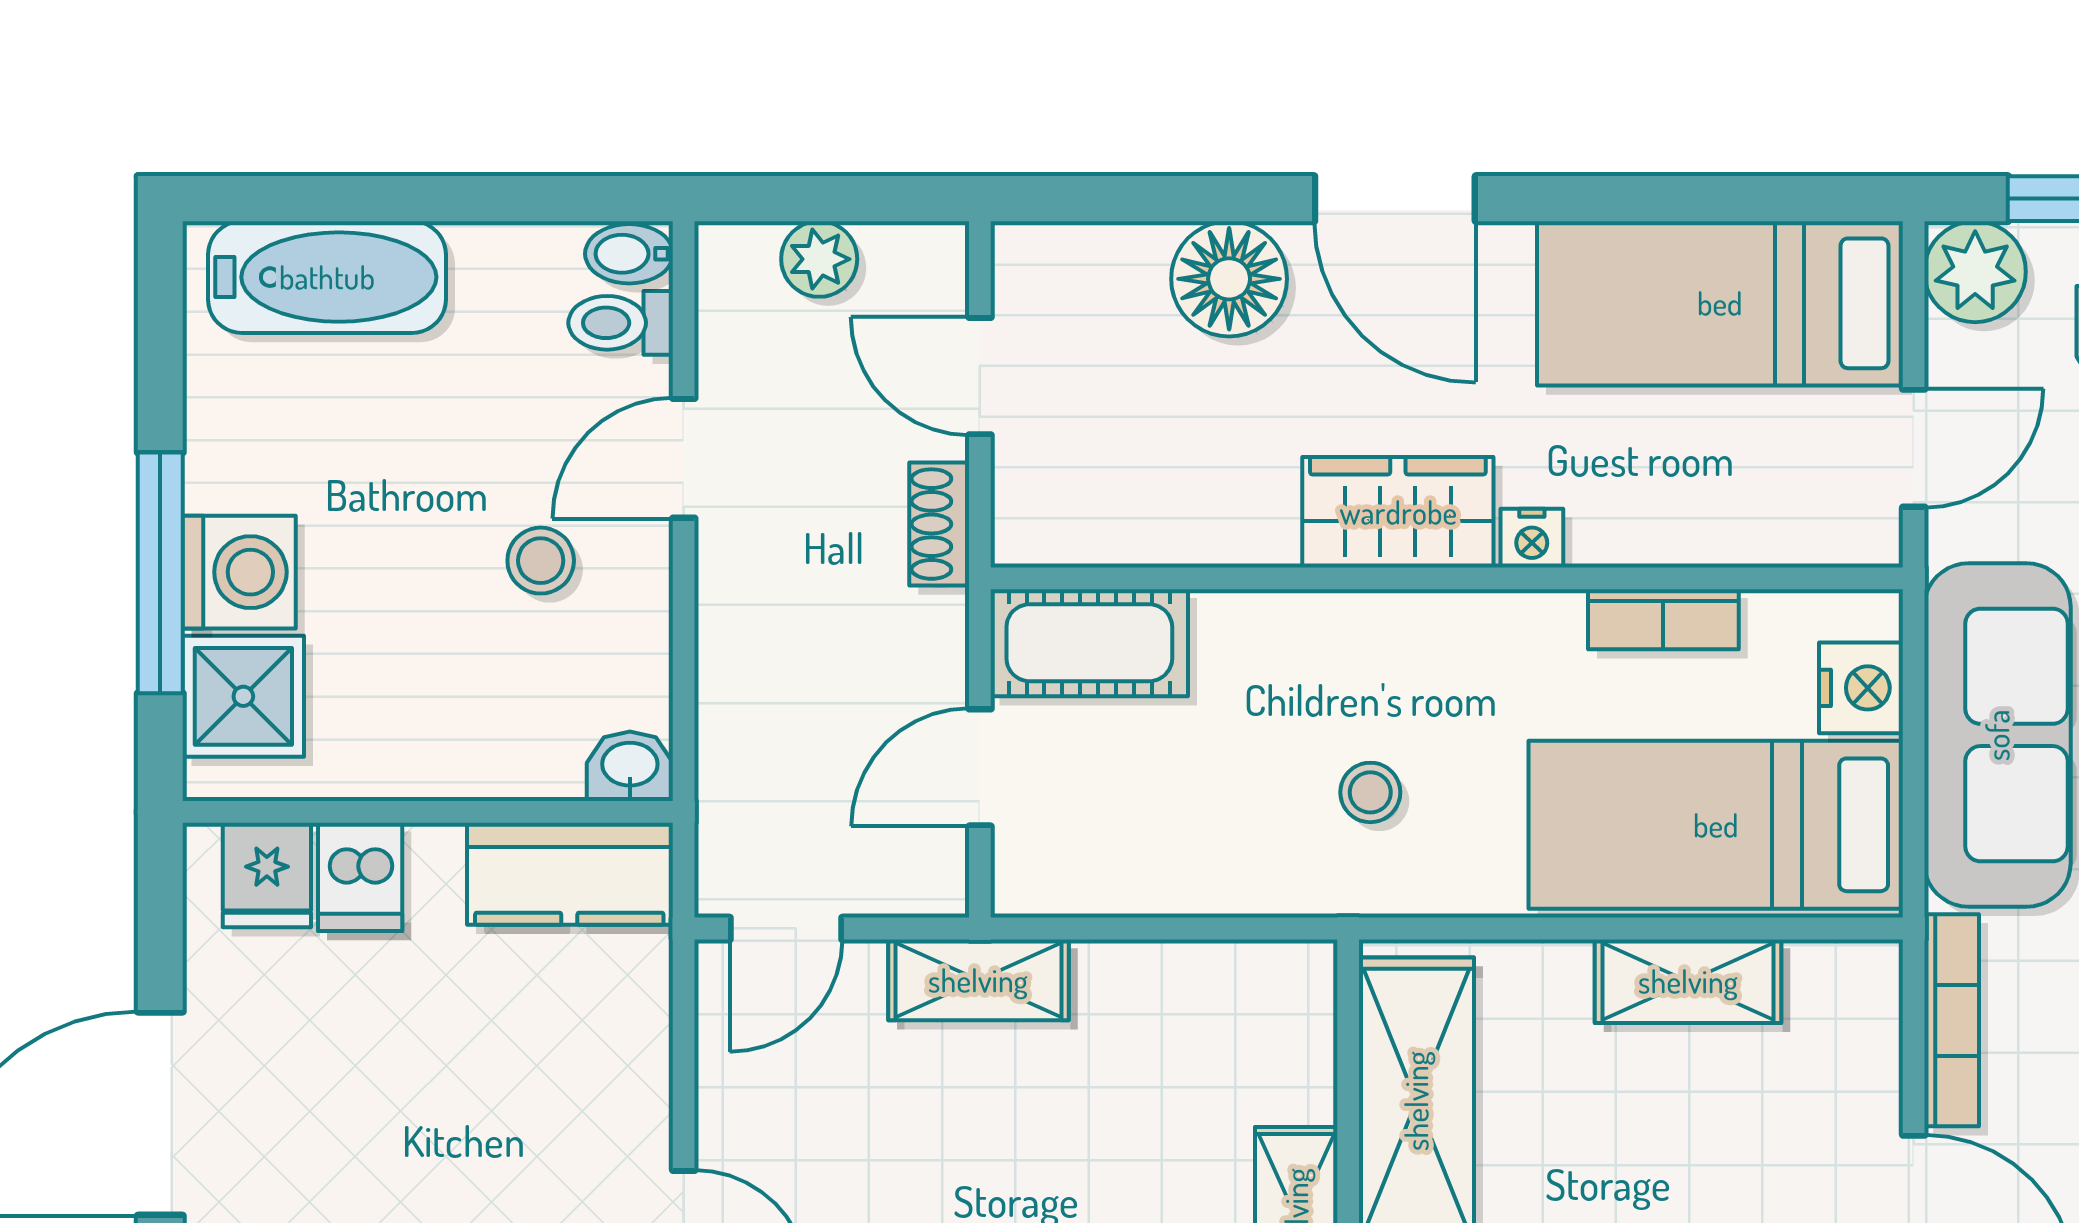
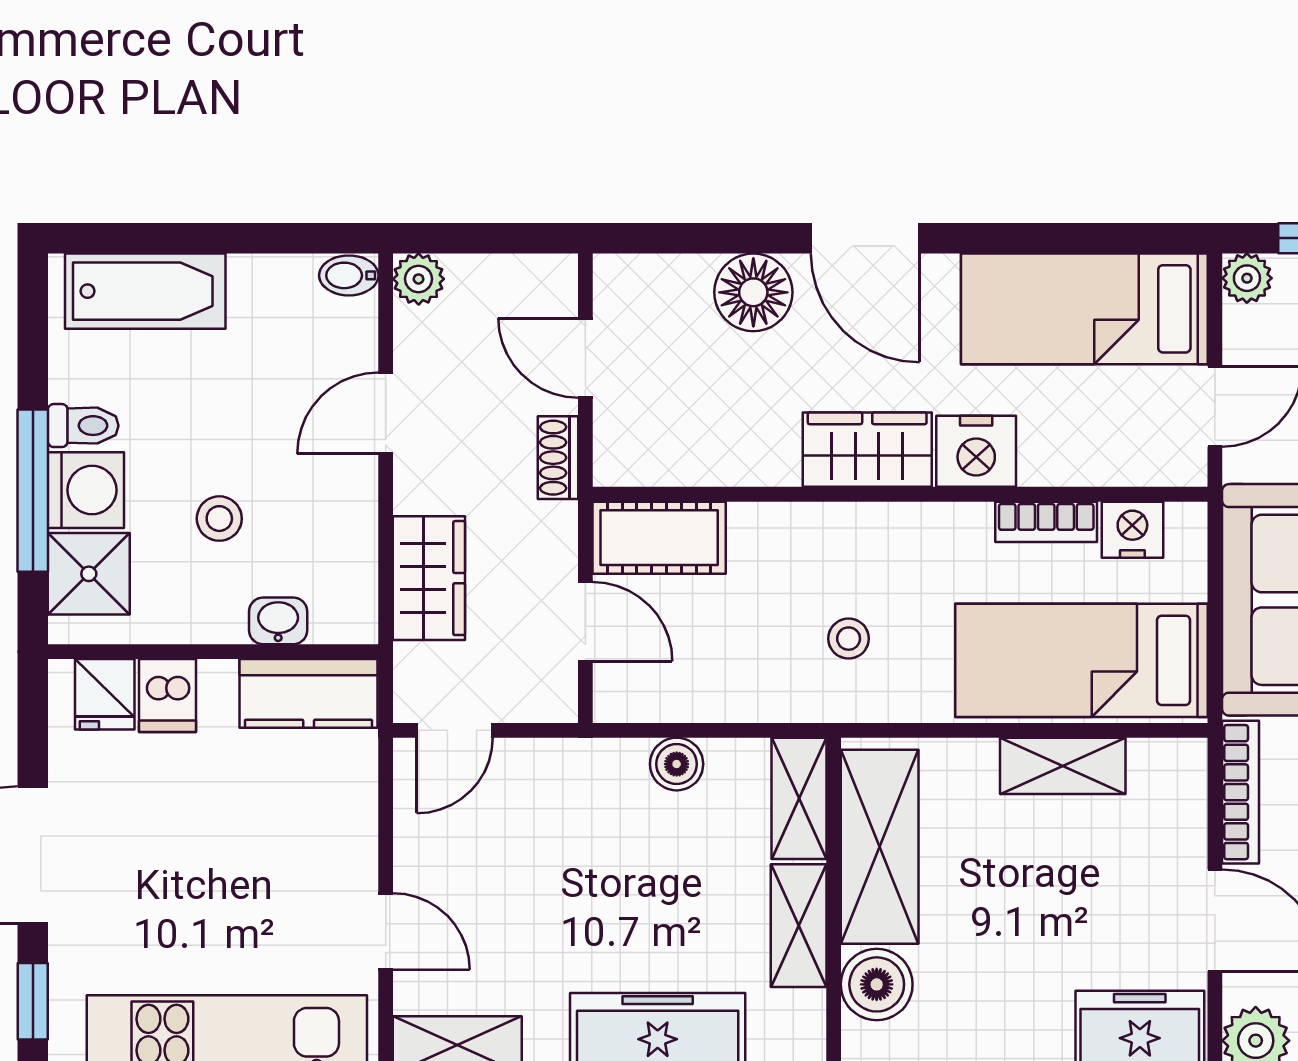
plant: (819, 259) -> (419, 279), moved
plant: (1975, 272) -> (1247, 278), width x0.73, depth x0.73
toilet: (621, 323) -> (83, 426), moved, turned 180
nightstand: (1532, 538) -> (976, 451), width x1.89, depth x1.79
stool: (541, 561) -> (219, 519), moved
nightstand: (1861, 688) -> (1132, 530), moved, turned -90
wardrobe: (748, 703) -> (429, 578), added
washbasin: (630, 766) -> (278, 621), moved
door: (980, 767) -> (585, 622), swing flipped
boiler: (1115, 979) -> (677, 764), added
shelving: (978, 980) -> (799, 798), moved, turned 90

